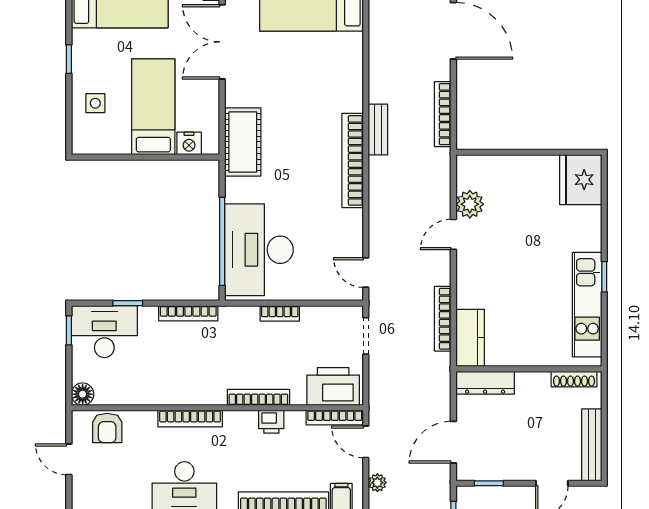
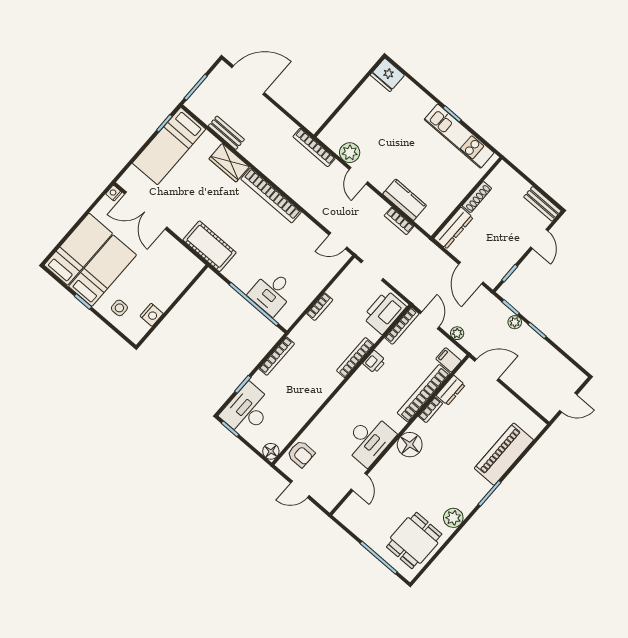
wardrobe: (349, 86) -> (229, 163), added
bed: (153, 107) -> (103, 271), moved, turned 90
bookcase: (443, 114) -> (314, 147), moved
bench: (378, 130) -> (226, 133), moved
nightstand: (189, 143) -> (152, 315), moved
fridge: (581, 180) -> (387, 75), width x0.73, depth x0.75
desk: (259, 250) -> (272, 292), width x0.53, depth x0.77
bookcase: (443, 319) -> (399, 221), width x0.64
kitchen counter: (470, 338) -> (405, 200), moved
shoe rack: (574, 379) -> (477, 197), moved
bookcase: (190, 419) -> (335, 405), removed
door: (366, 442) -> (430, 320), swing flipped
bench: (592, 445) -> (542, 204), width x0.73

